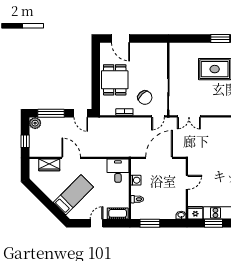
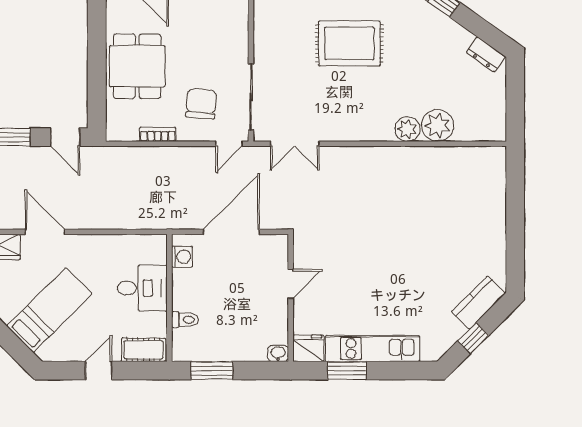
chair: (145, 98) -> (201, 104), turned -131
desk: (118, 171) -> (142, 288), moved, turned 90
washing machine: (136, 180) -> (182, 257), moved

